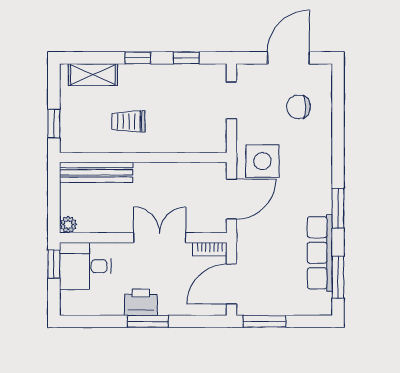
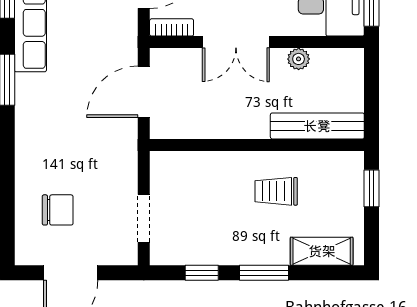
window: (138, 58) -> (264, 273), width x1.50
trolley: (128, 121) -> (276, 191), turned 180
side table: (262, 161) -> (104, 140), removed
plant: (68, 225) -> (299, 59), moved

